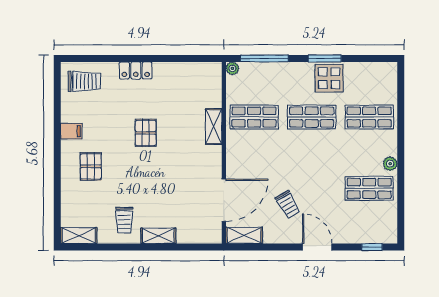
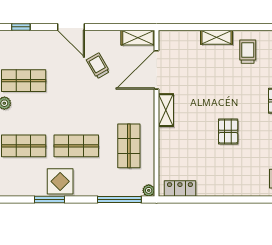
window: (325, 58) -> (50, 200), moved
locker: (136, 70) -> (180, 188), moved
shop shelf: (254, 117) -> (129, 146), turned 90
shelving: (214, 126) -> (166, 110), moved

